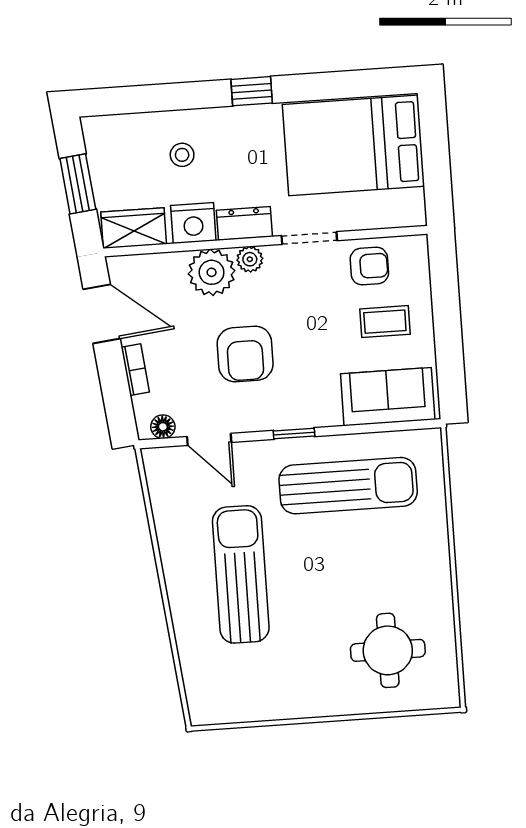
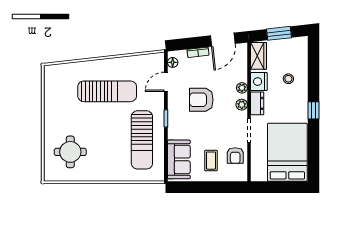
plant: (212, 272) -> (242, 88), width x0.53, depth x0.53

